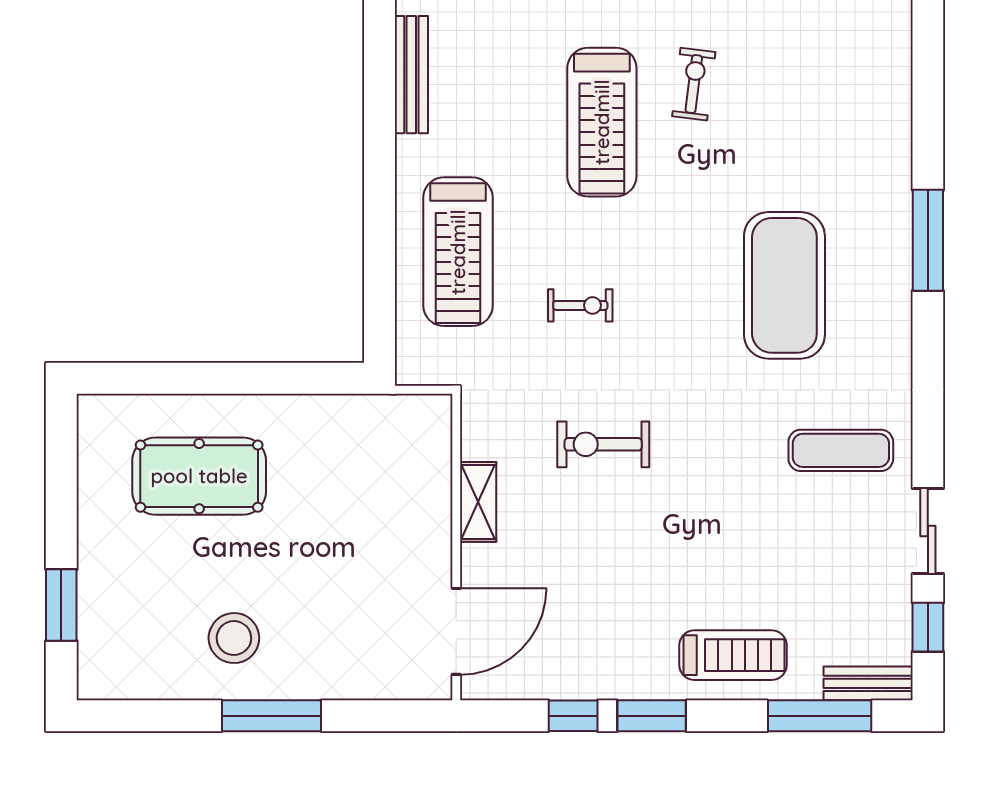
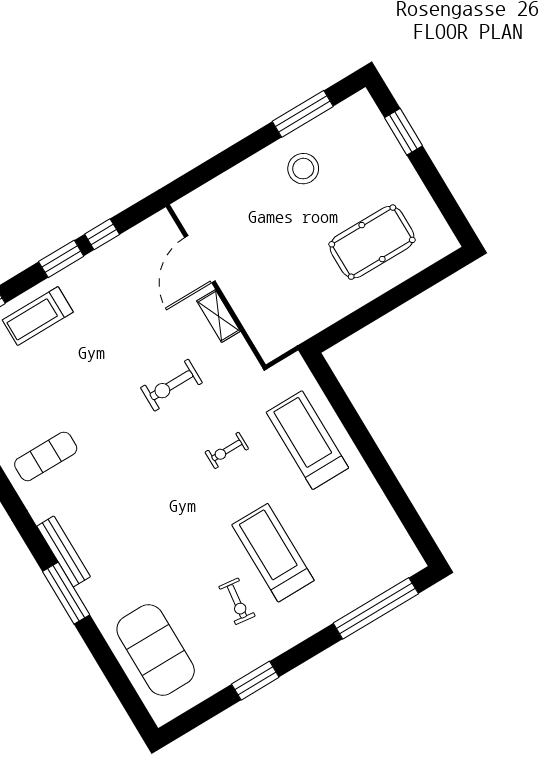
bench: (411, 75) -> (64, 551), moved
exercise mat: (784, 285) -> (156, 650), moved
exercise bike: (603, 444) -> (171, 385), turned 180
door: (456, 631) -> (200, 259), moved
window: (271, 716) -> (303, 114), moved

